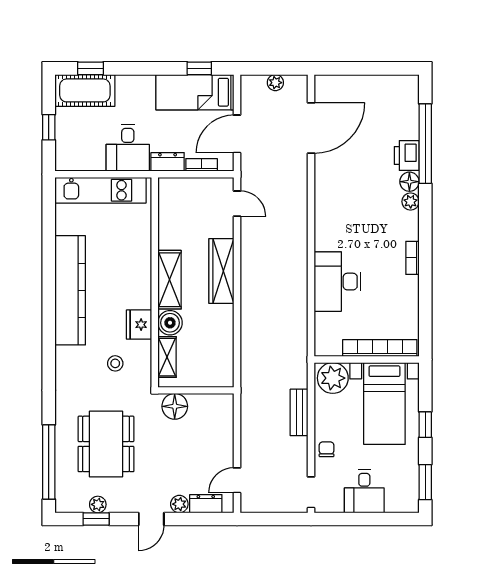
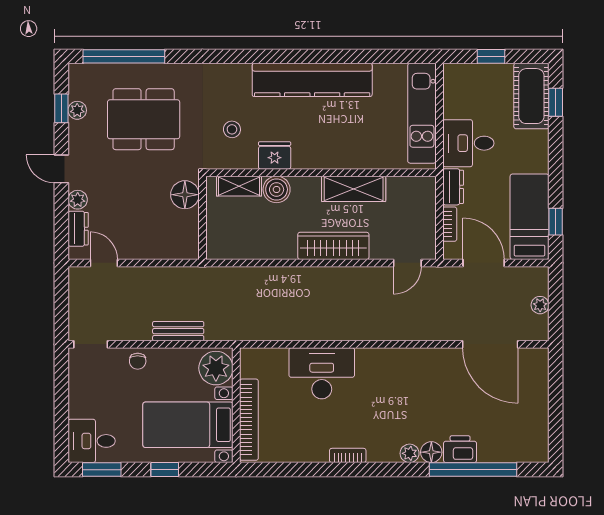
shelving: (169, 280) -> (354, 189), moved
chair: (327, 449) -> (138, 361), turned 90
desk: (364, 491) -> (92, 441), moved

